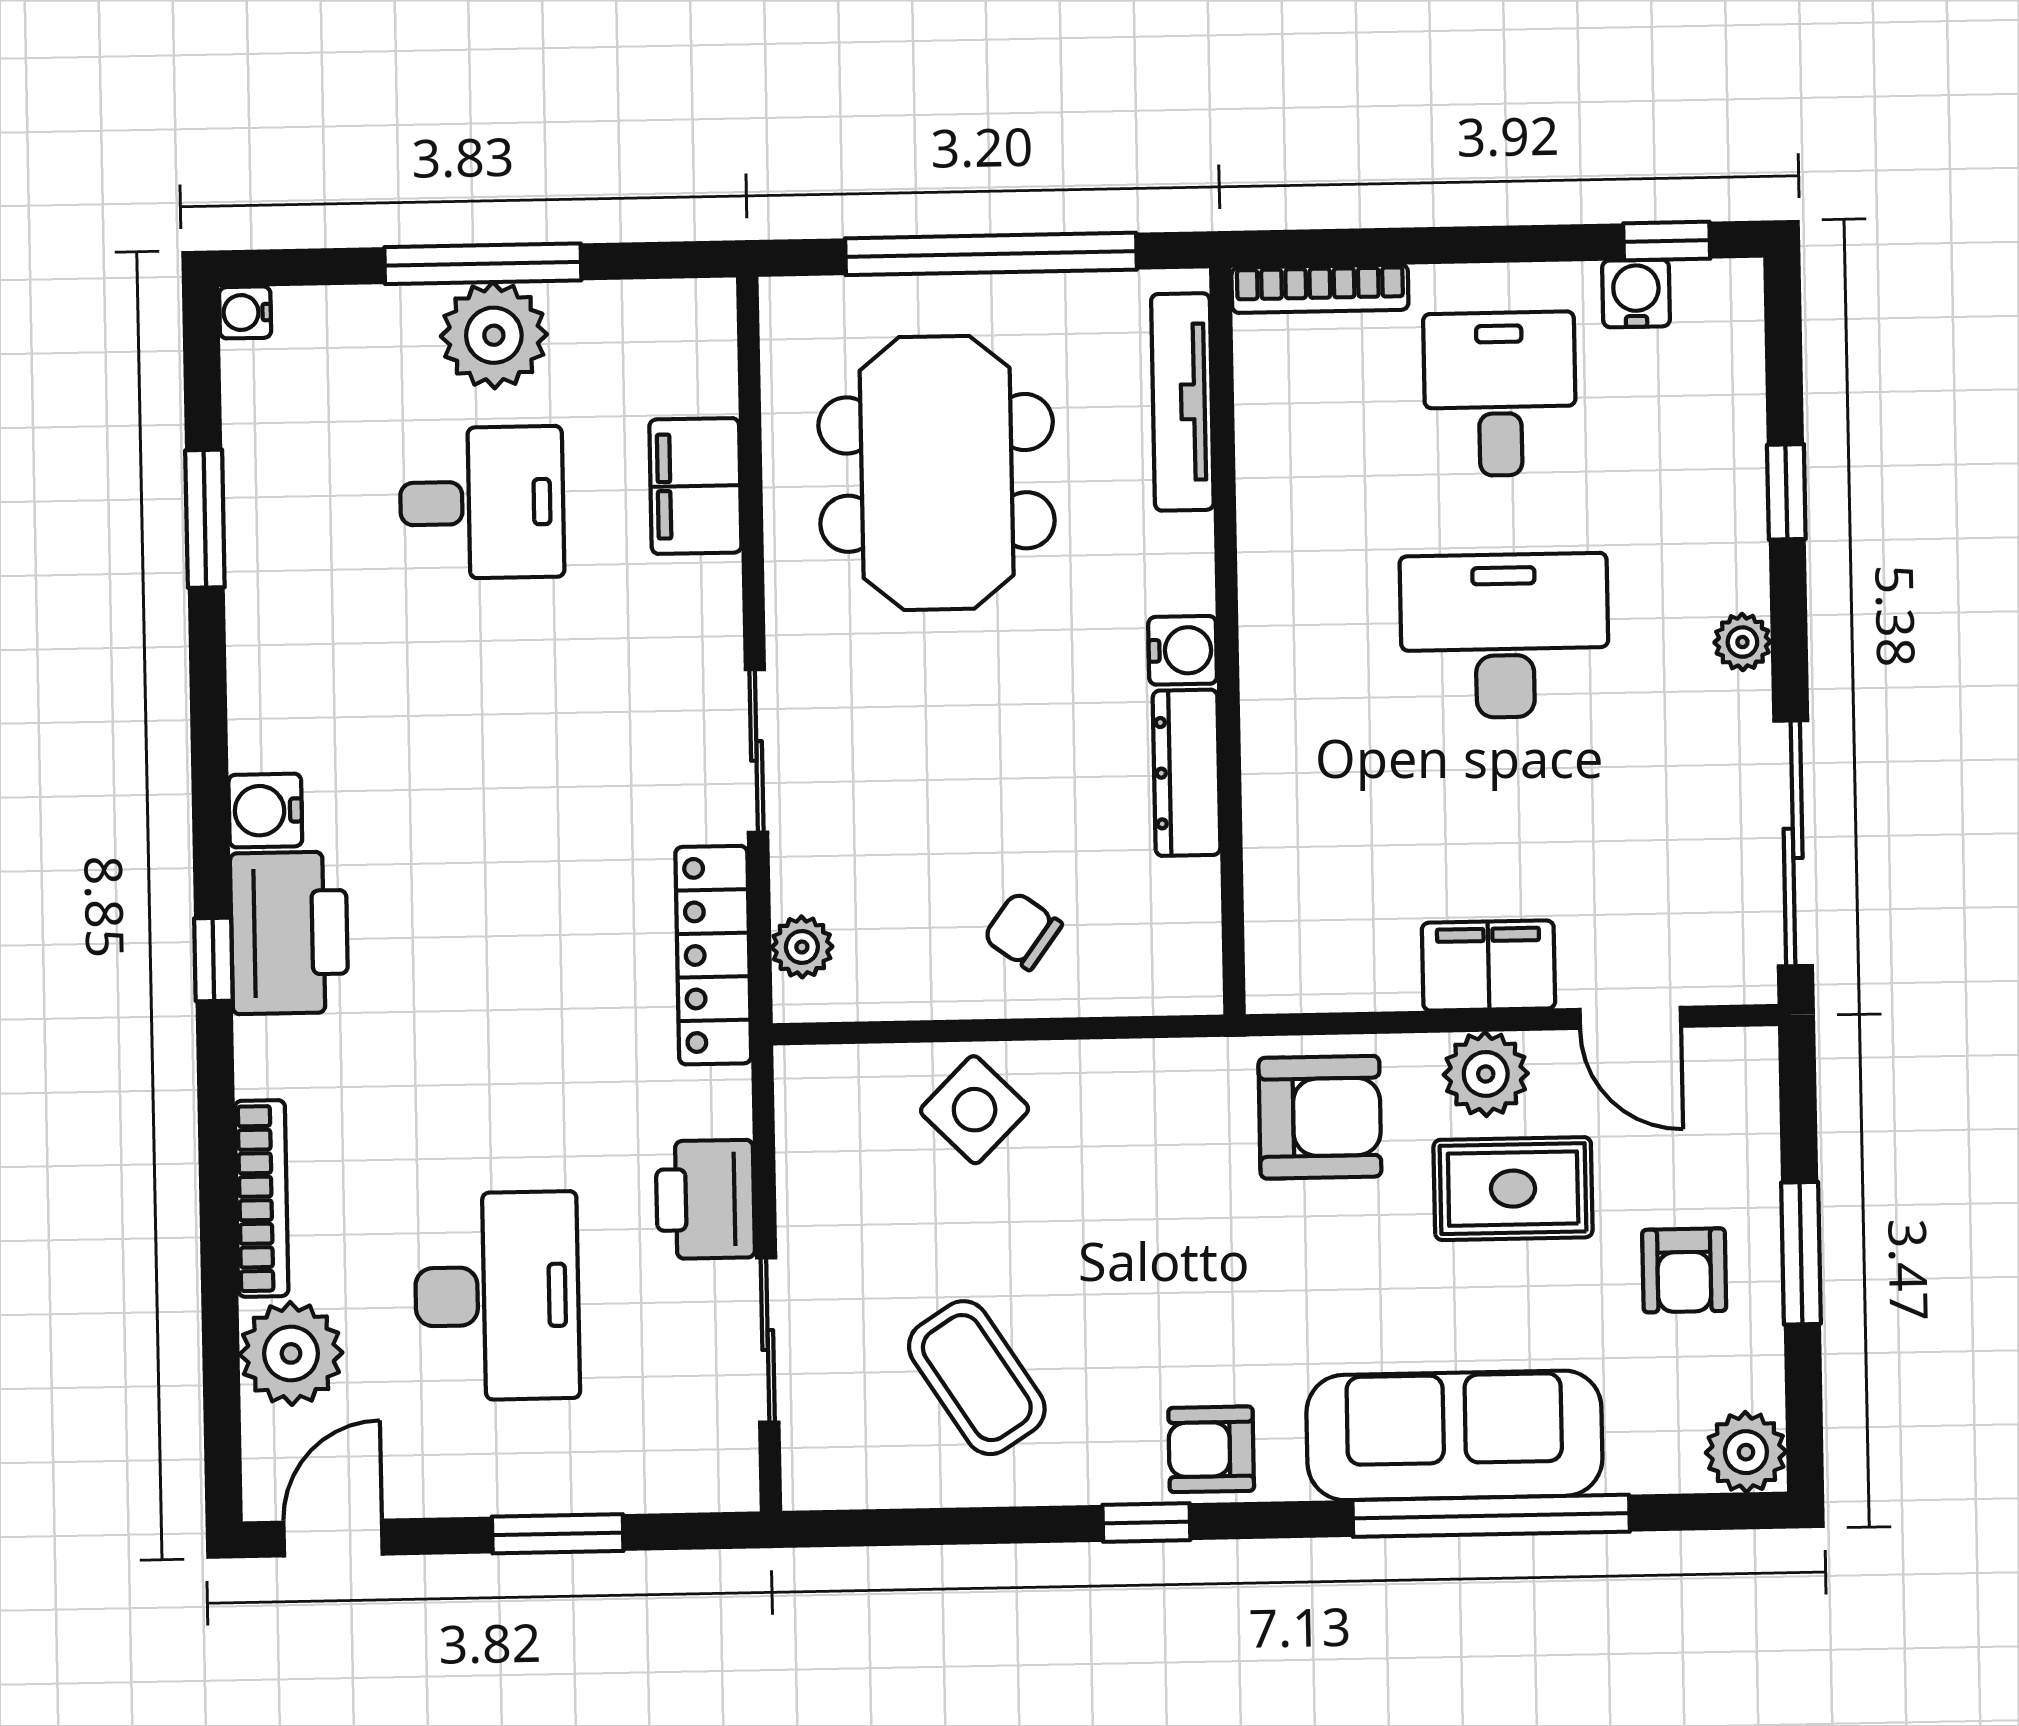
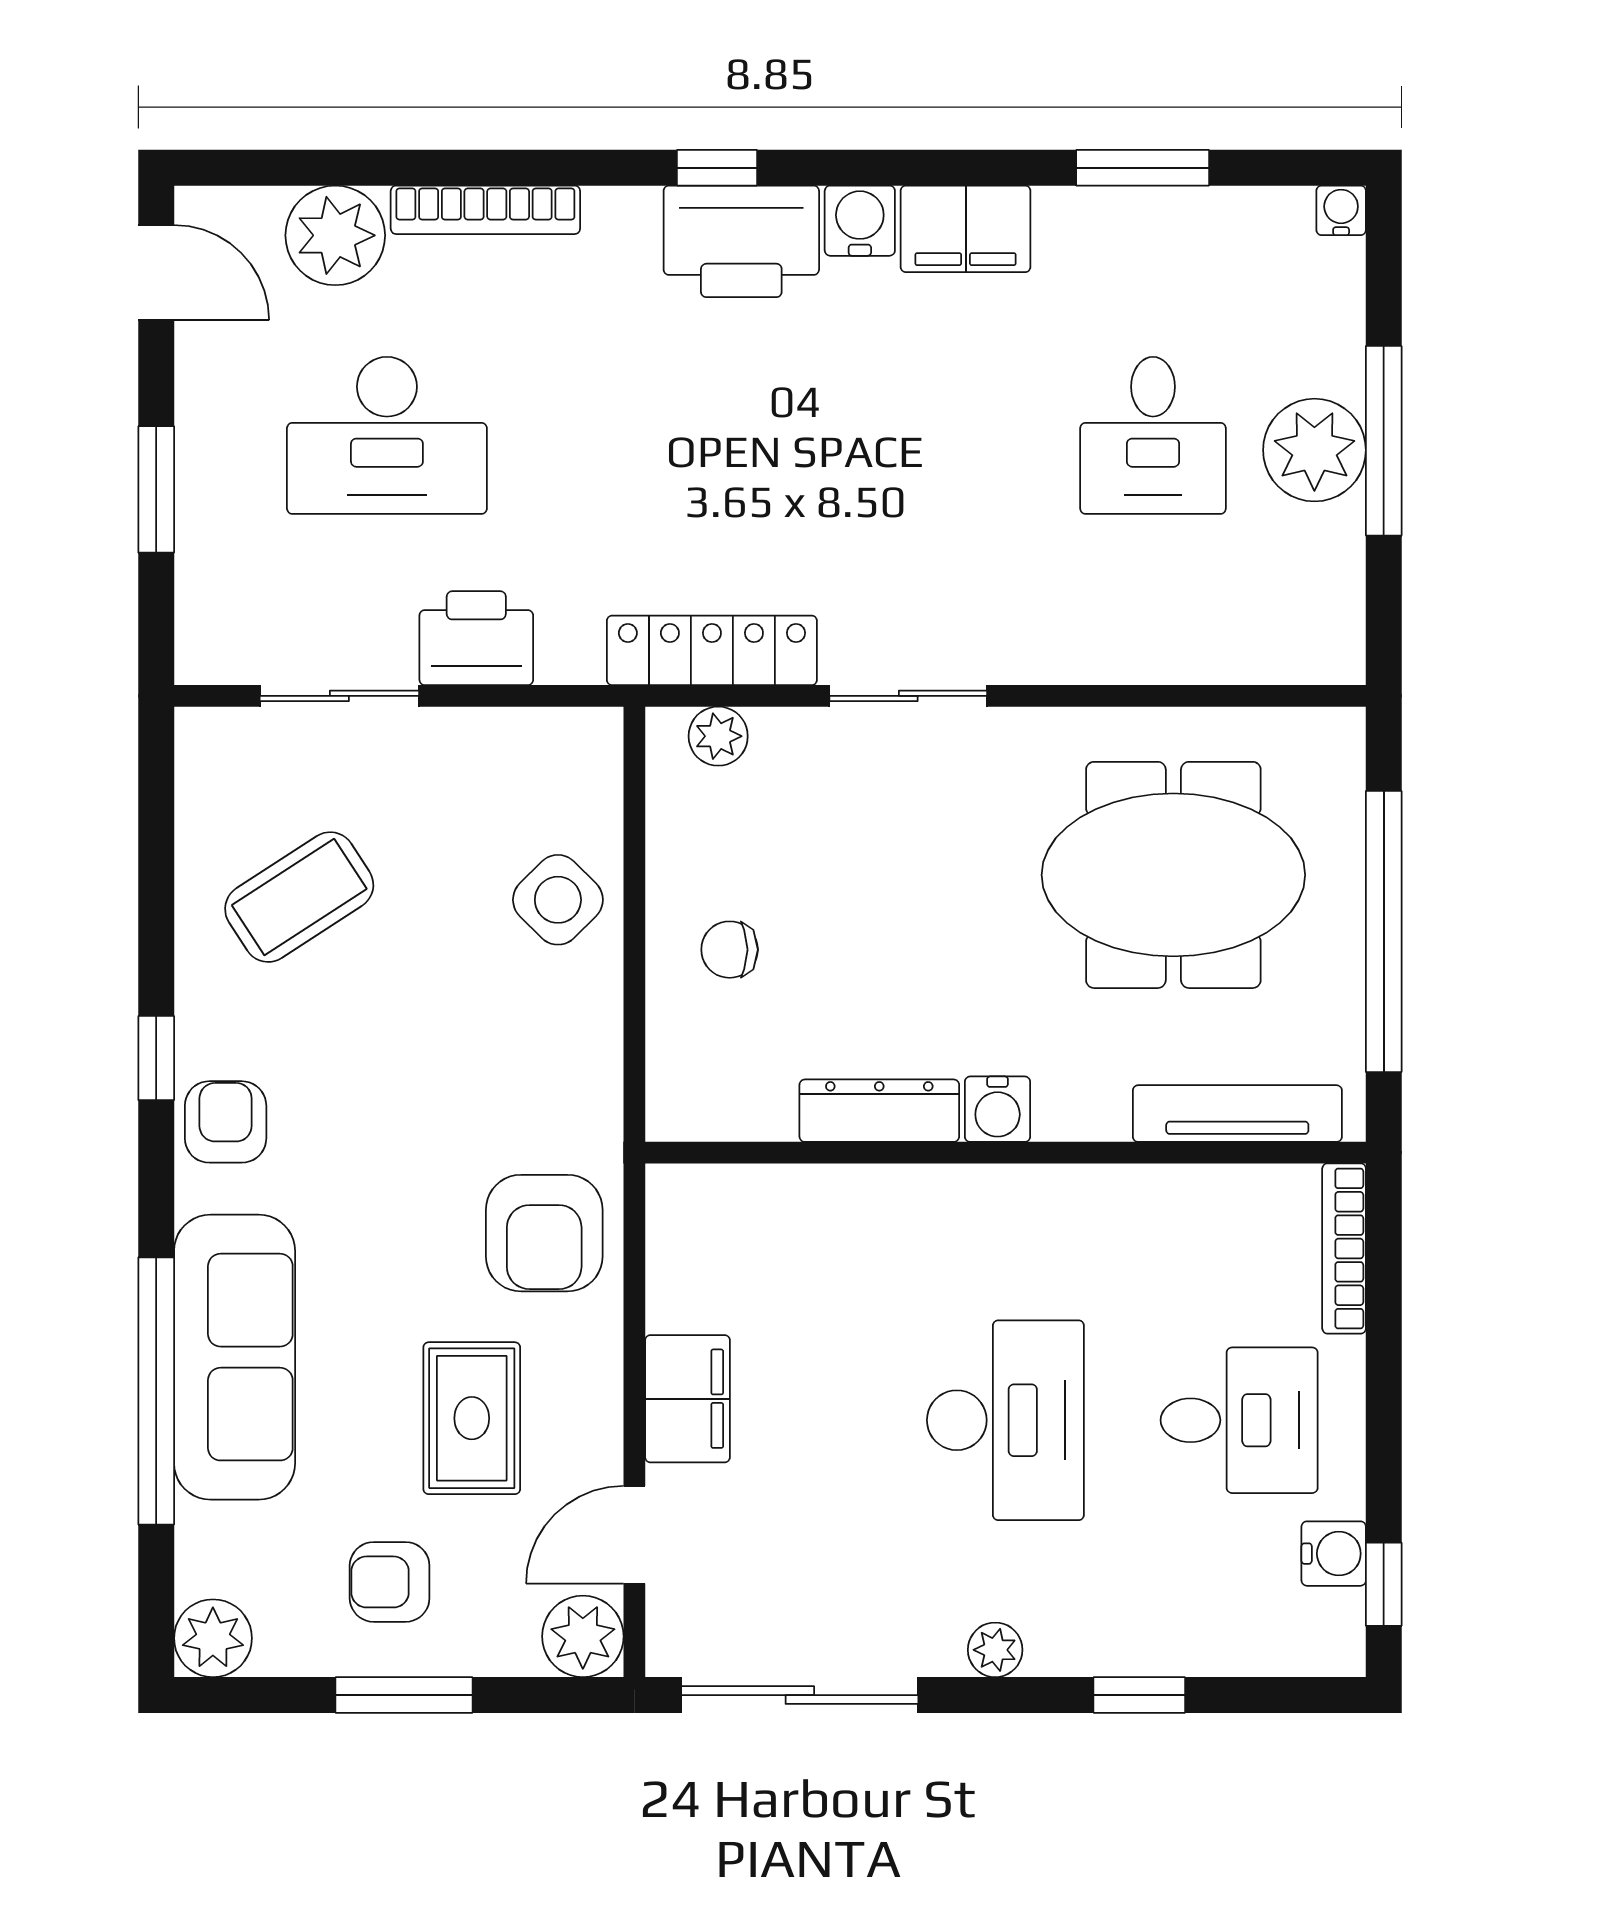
filing cabinet: (695, 486) -> (966, 229), moved, turned 180
chair: (1023, 931) -> (730, 950), turned -126
plant: (1486, 1074) -> (583, 1636), moved

